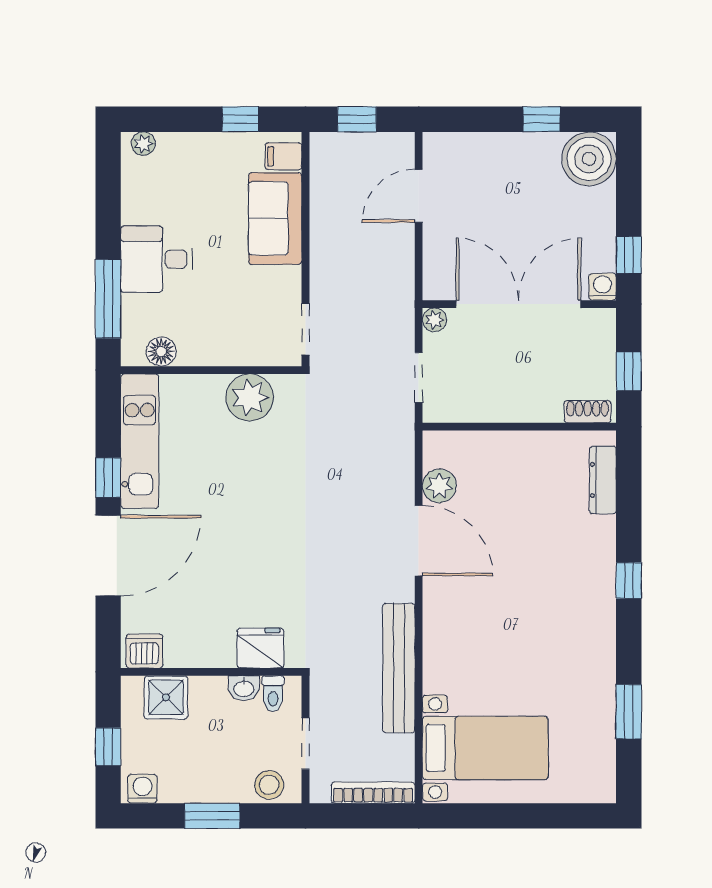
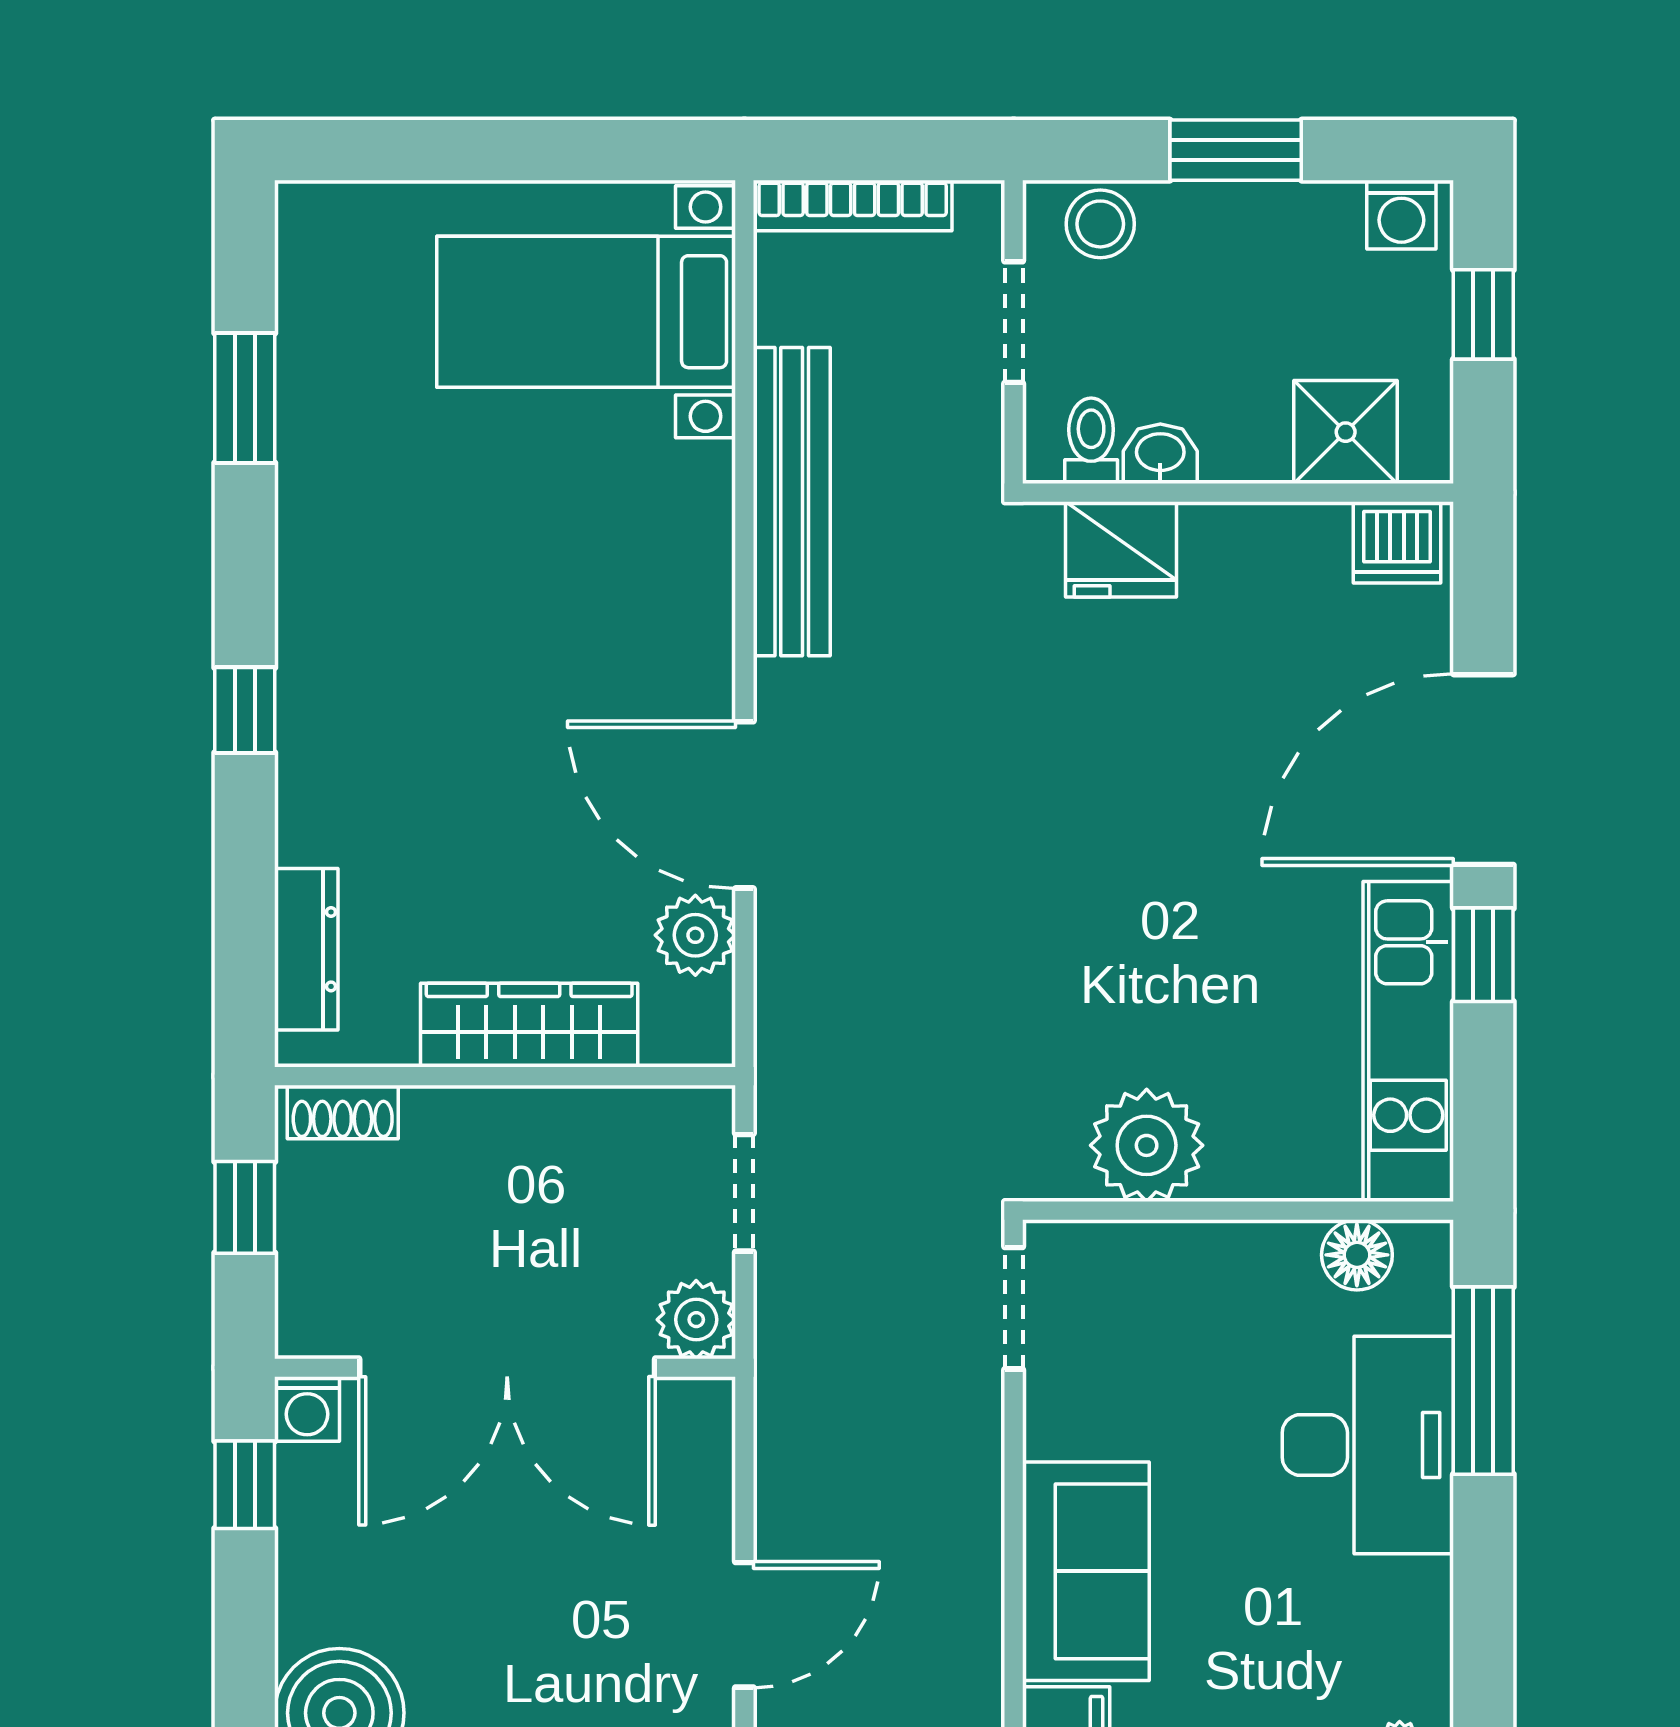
desk: (157, 259) -> (1368, 1445), width x1.37
plant: (434, 320) -> (696, 1320), width x1.38, depth x1.38
wardrobe: (509, 448) -> (529, 1025), added

